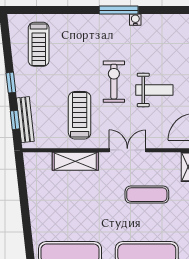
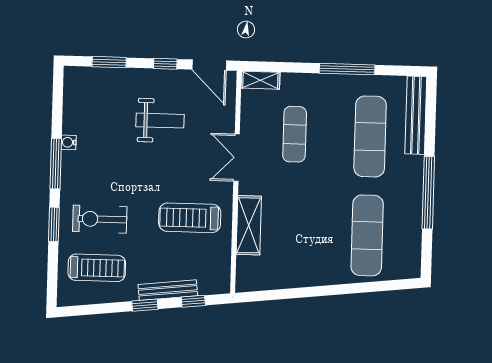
window: (71, 10) -> (54, 224), added
exercise bike: (114, 82) -> (100, 219), moved
weight bench: (154, 90) -> (160, 121), turned 90
bench: (25, 120) -> (168, 290), moved

